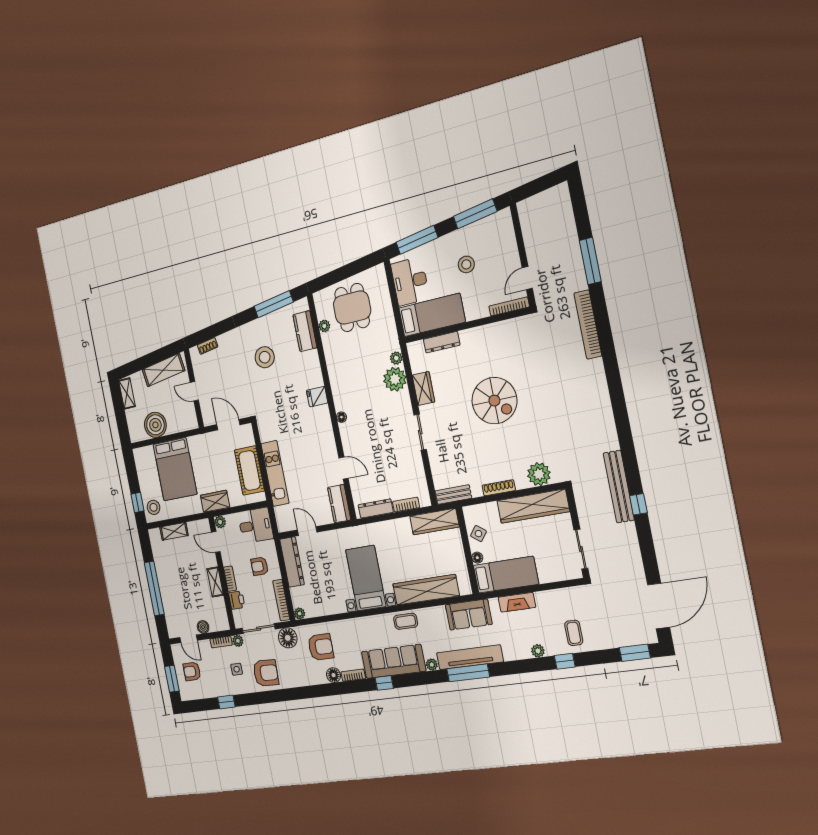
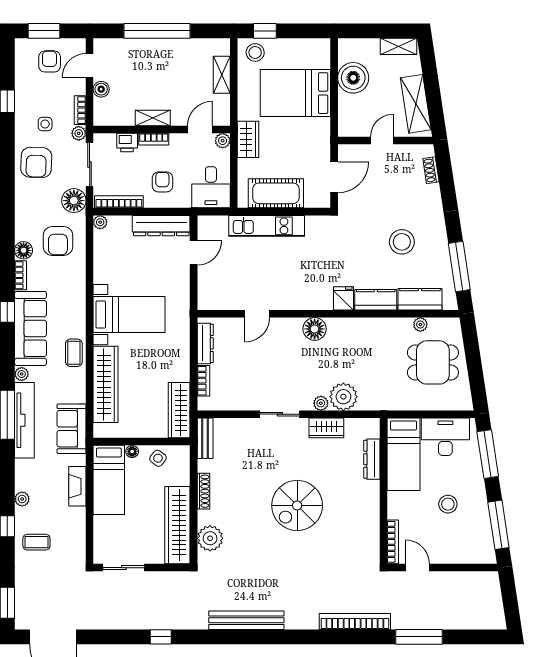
plant: (396, 358) -> (321, 403), moved
floor lamp: (341, 417) -> (315, 329), width x1.89, depth x1.89
bench: (619, 487) -> (246, 620), moved
kitchen counter: (339, 504) -> (376, 300), moved

